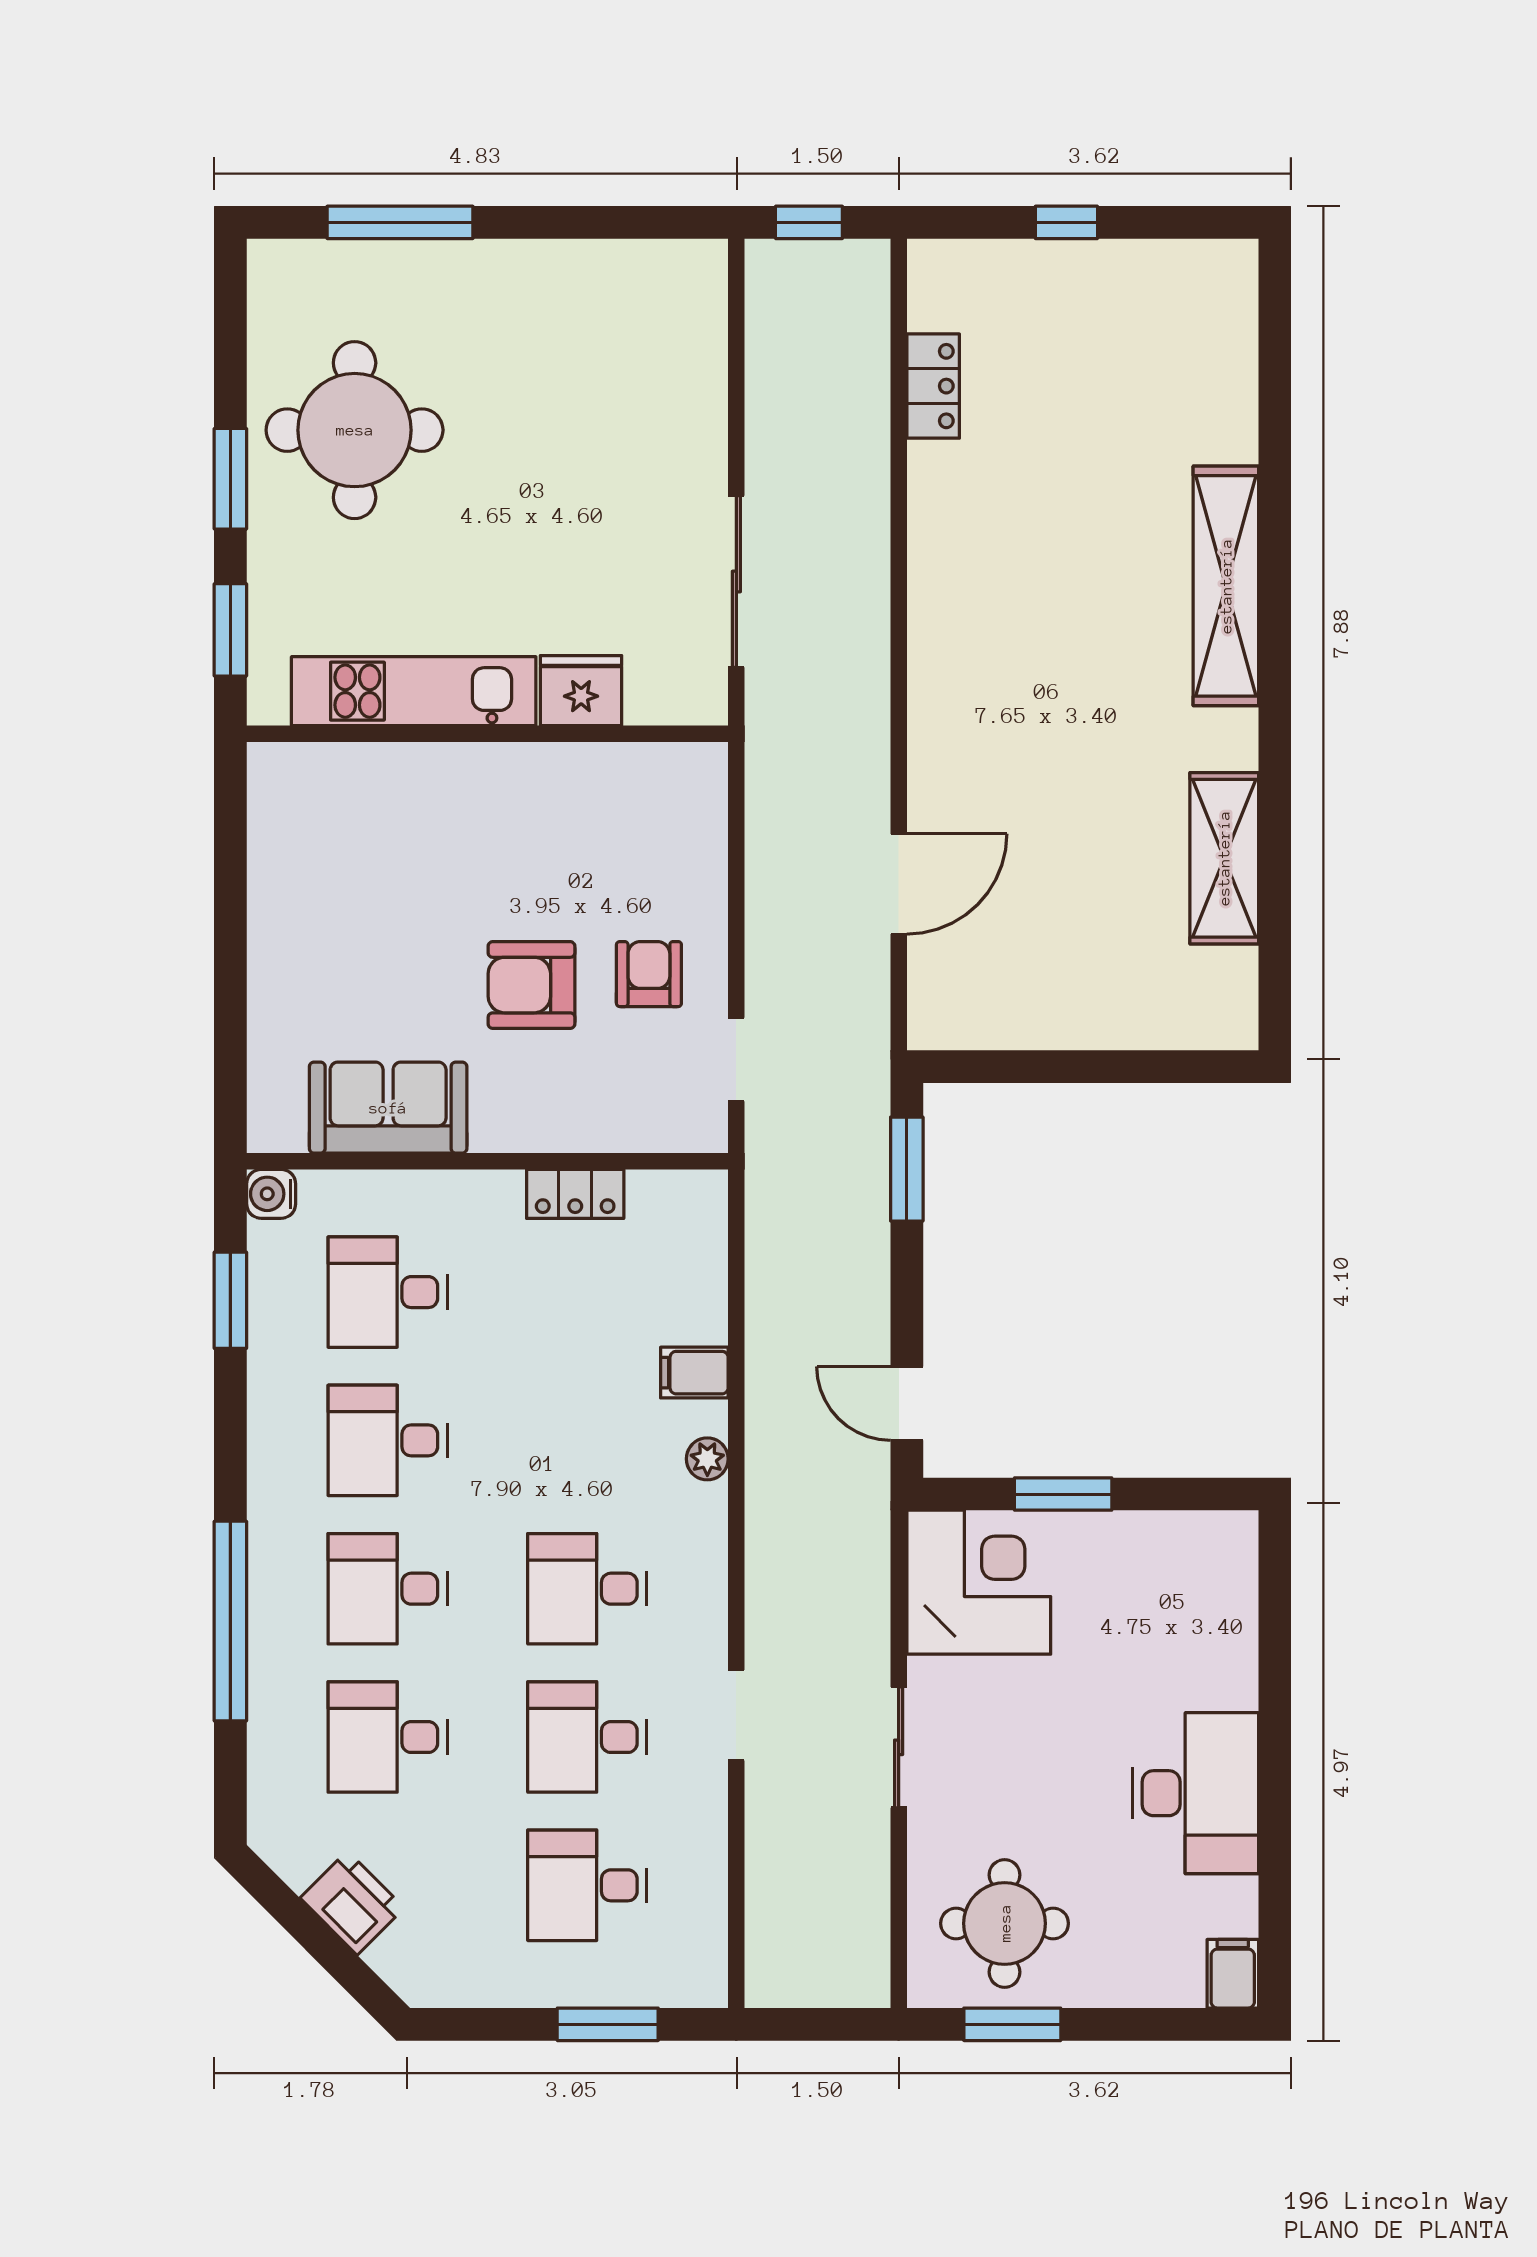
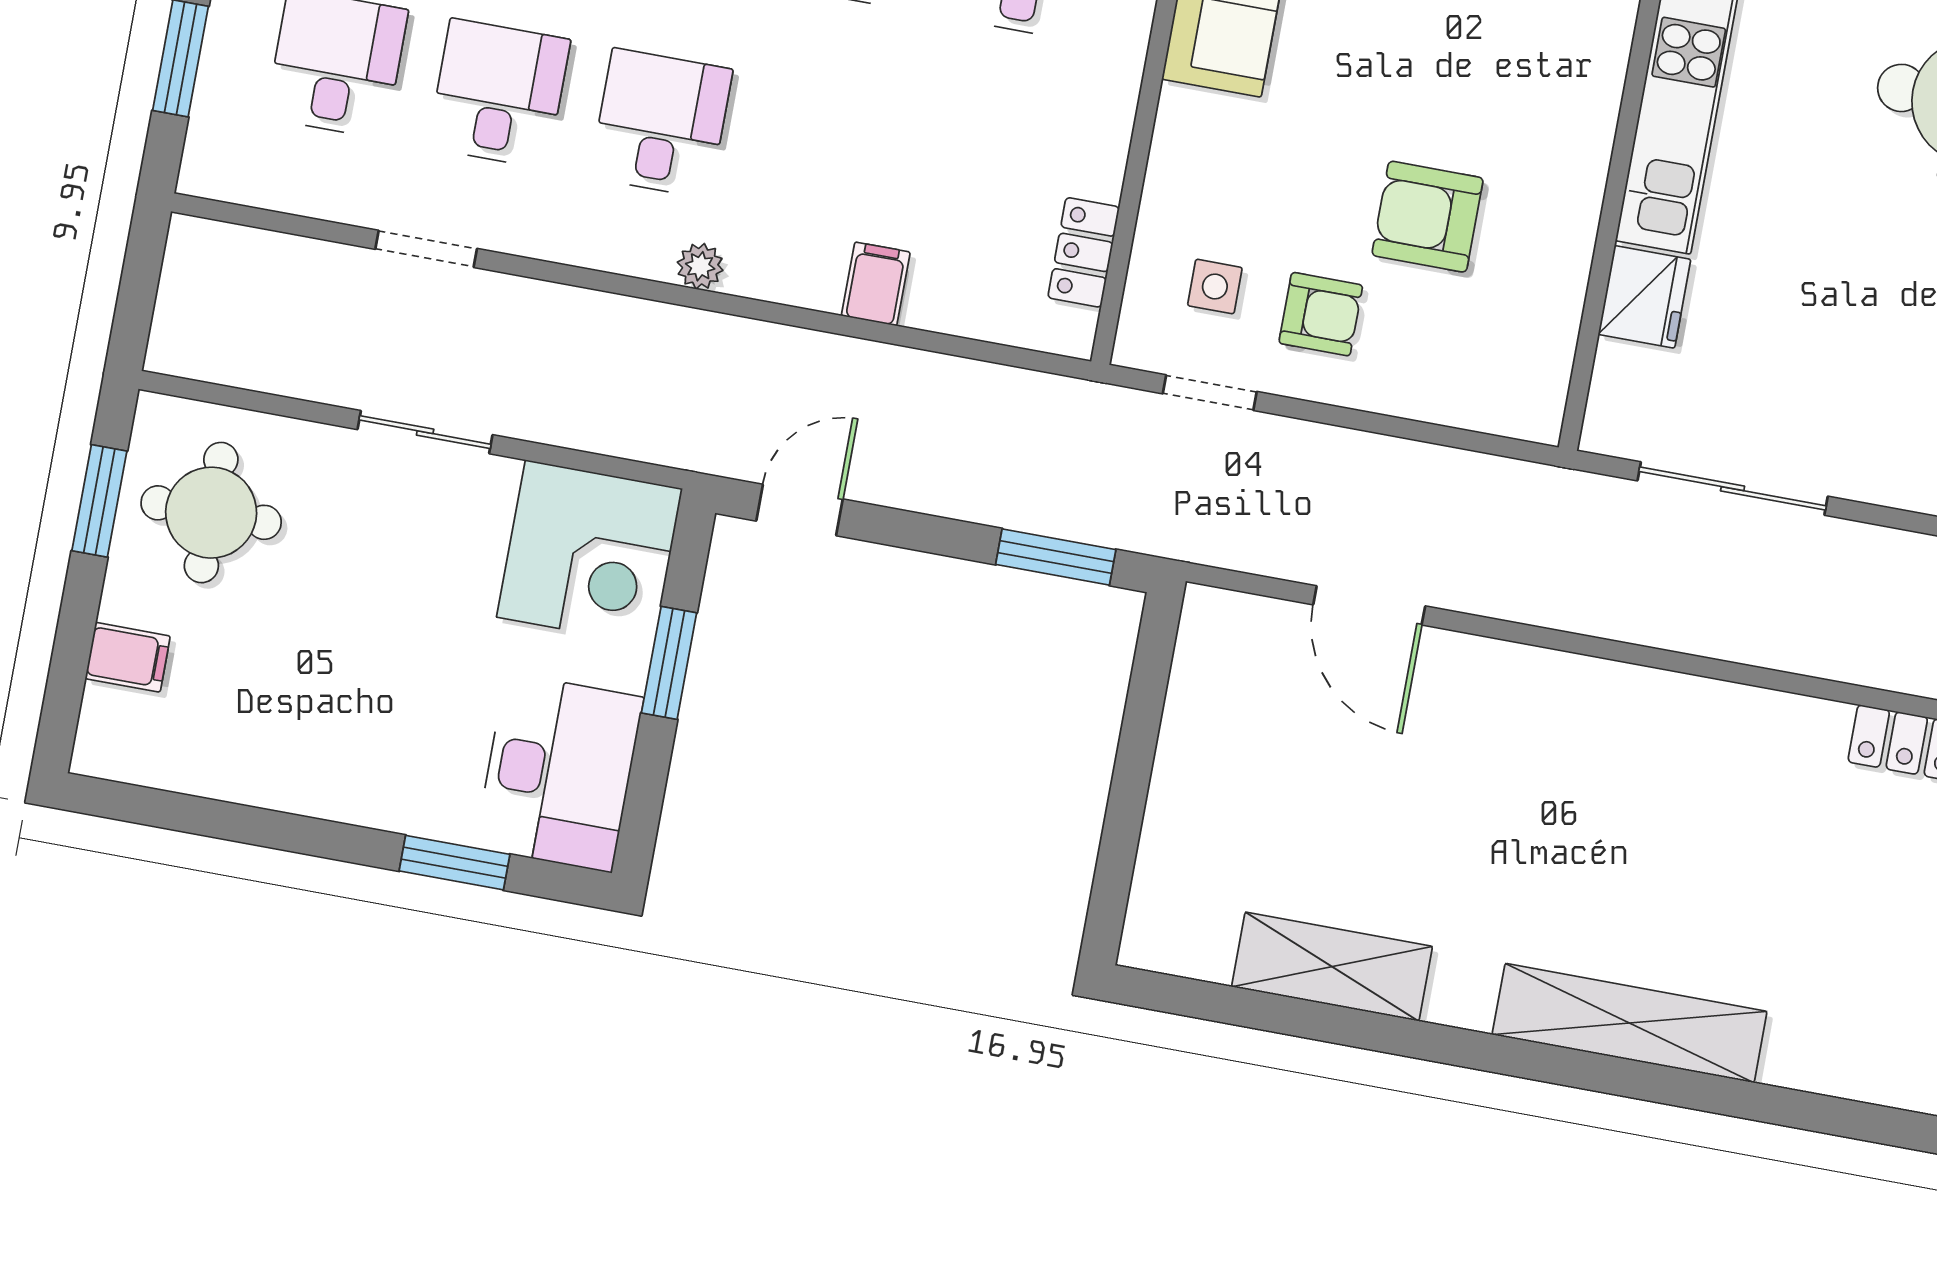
armchair: (531, 985) -> (1428, 217), moved, turned -90
side table: (642, 1072) -> (1215, 287), added
locker: (575, 1194) -> (1084, 252), moved
plant: (707, 1459) -> (700, 266), moved
window: (1275, 1651) -> (455, 863), added
doorway: (736, 1715) -> (426, 249), moved
desk: (1195, 1793) -> (559, 773), moved, turned -90
filing cabinet: (1233, 1974) -> (128, 657), moved

